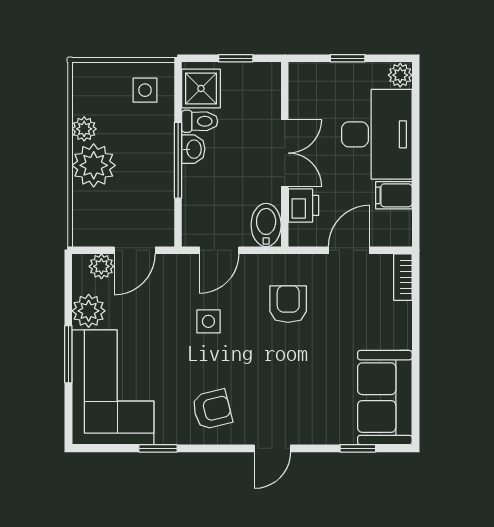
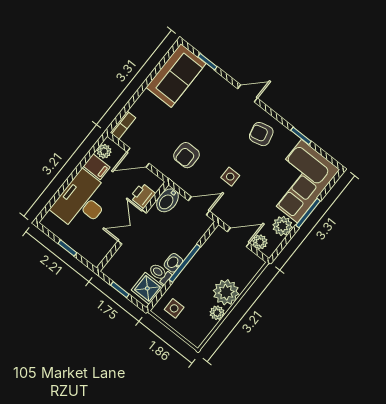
plant: (400, 75) -> (104, 151), moved

